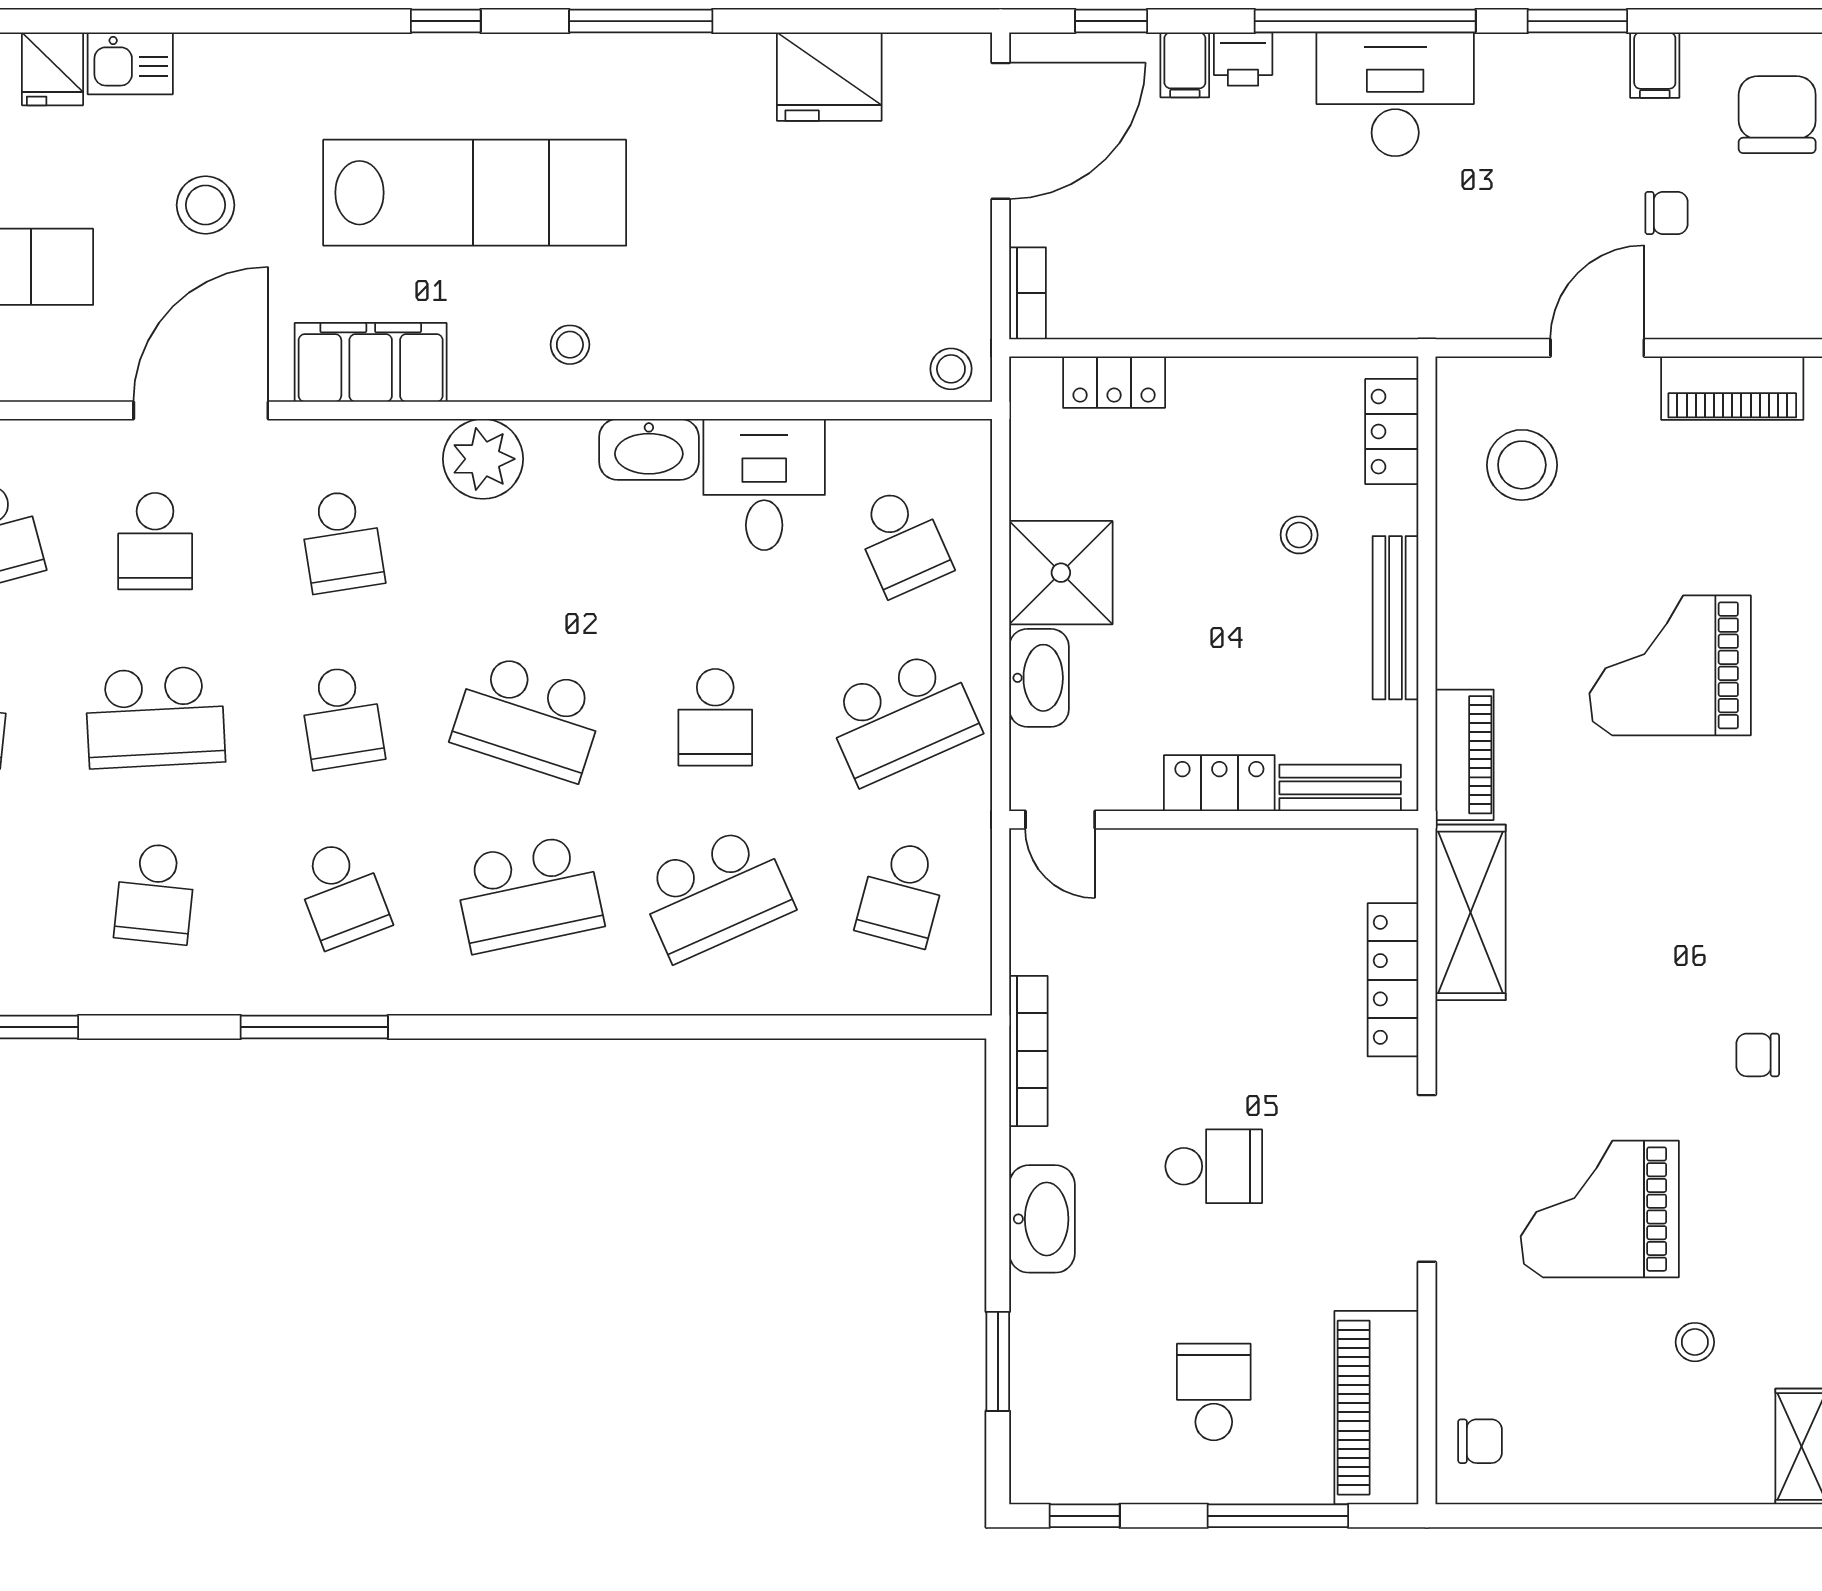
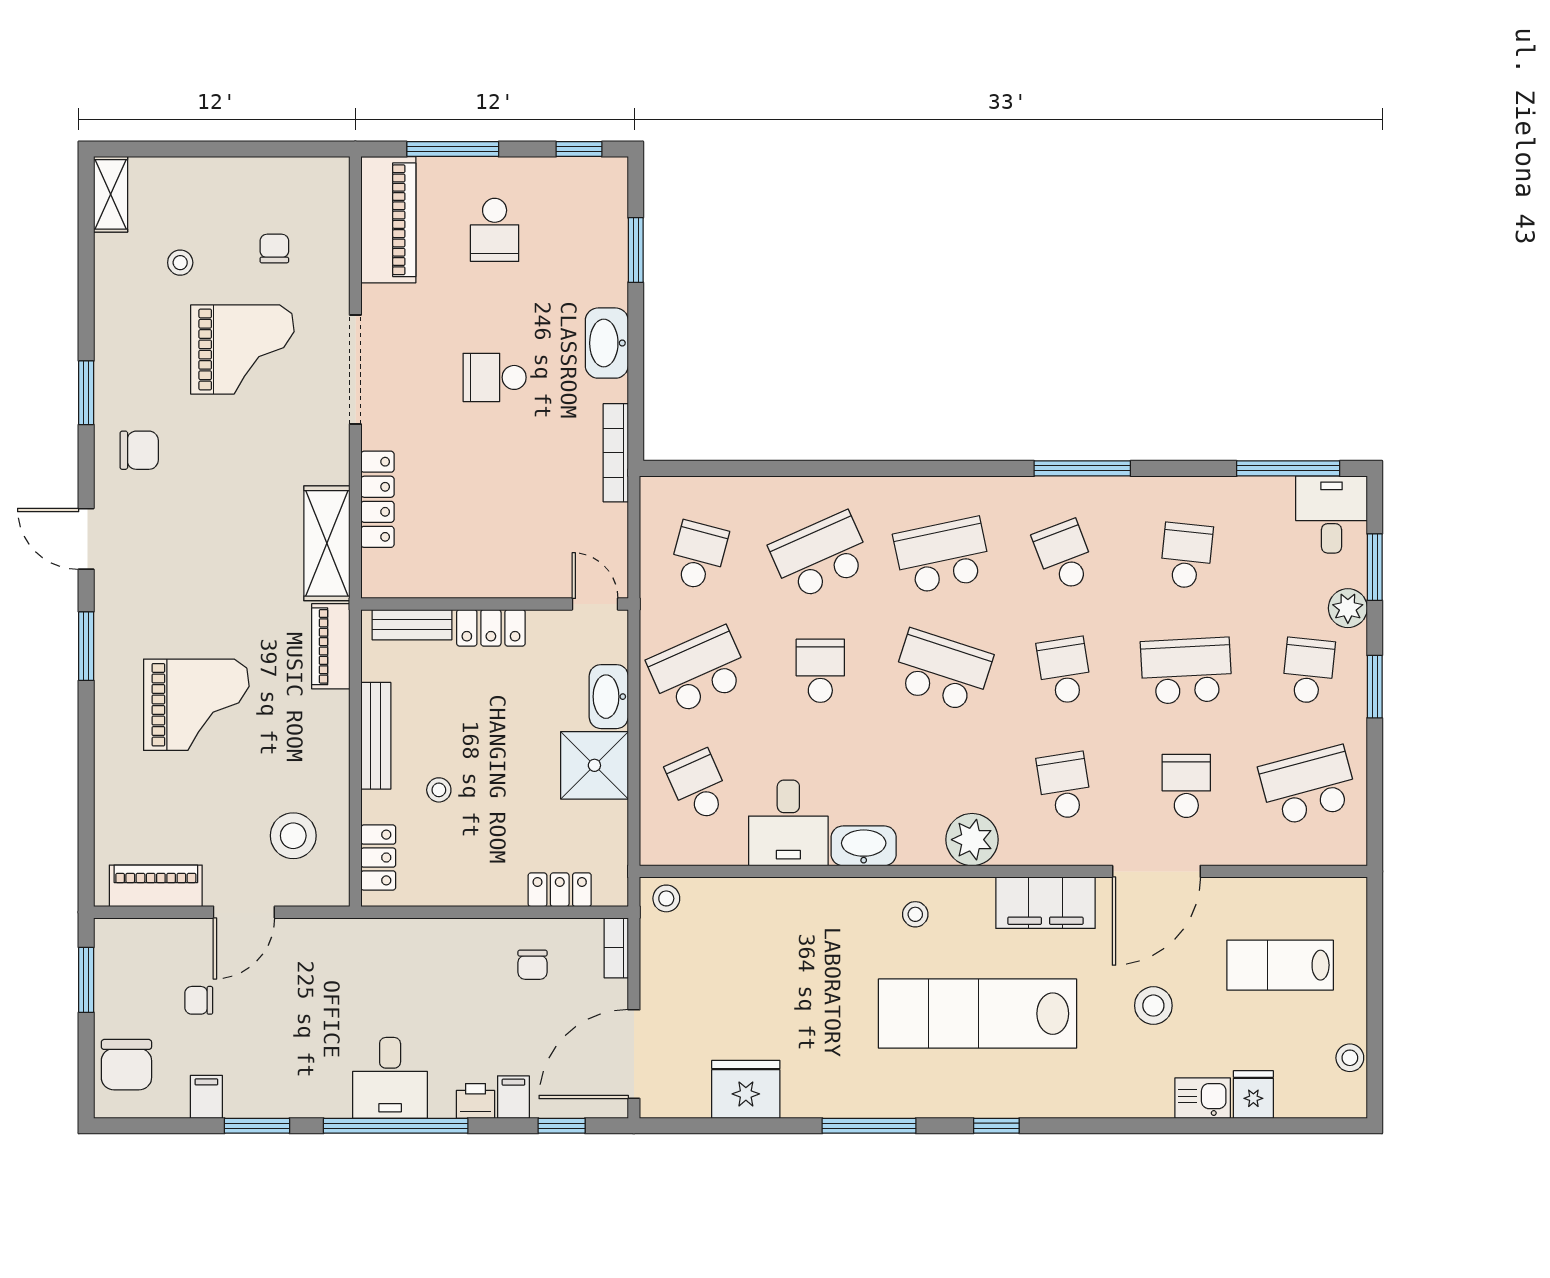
desk: (1395, 94) -> (390, 1078), width x0.73
chair: (1156, 267) -> (533, 965), added
chair: (1758, 1055) -> (139, 450), width x1.37, depth x1.37
chair: (1480, 1441) -> (274, 248), moved, turned 90

